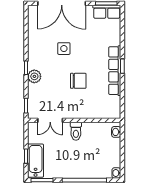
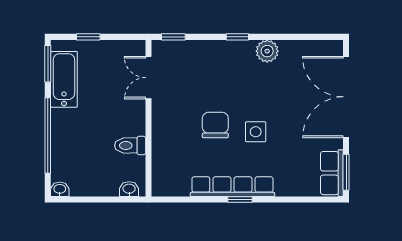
side table: (64, 49) -> (256, 132), moved
plant: (34, 76) -> (267, 51), moved
chair: (78, 81) -> (215, 125), turned 180
toilet: (76, 131) -> (130, 145), moved
bathtub: (36, 161) -> (64, 79), moved, turned -90

